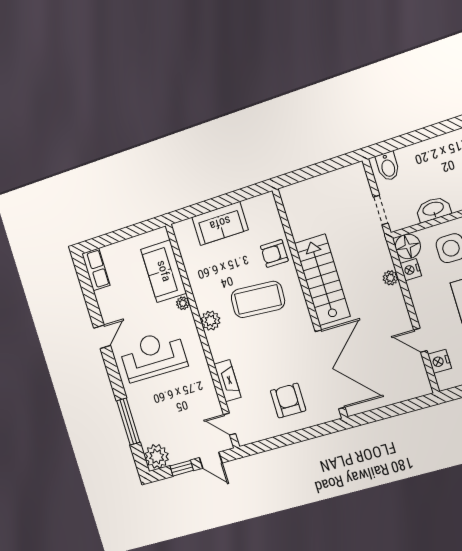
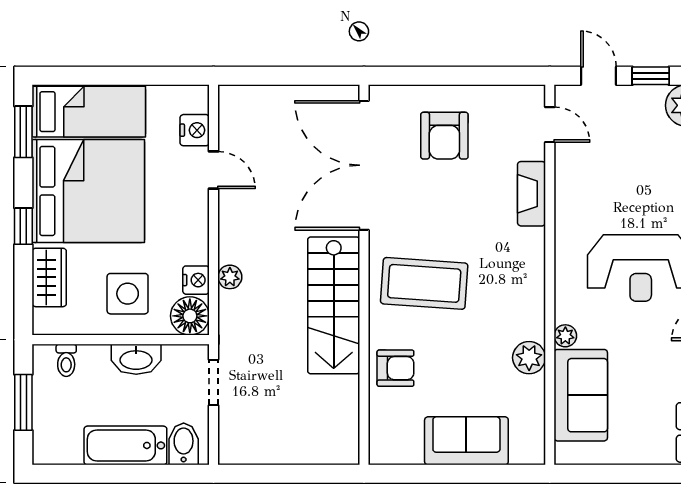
bathtub: (424, 154) -> (125, 445), added
coffee table: (258, 299) -> (424, 283), moved
plant: (211, 321) -> (529, 358), moved

